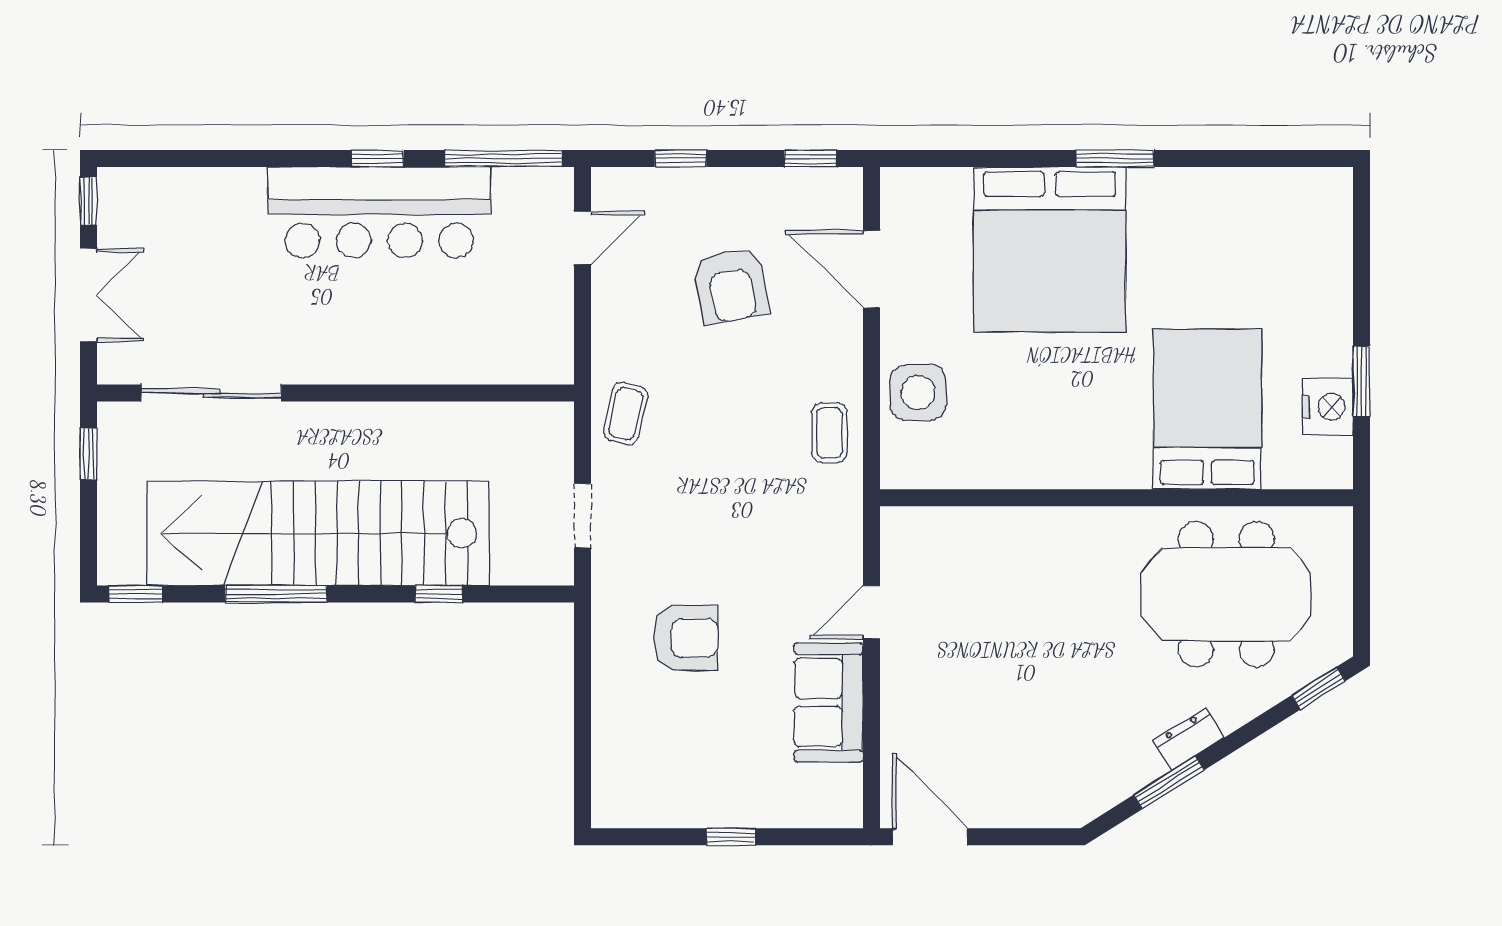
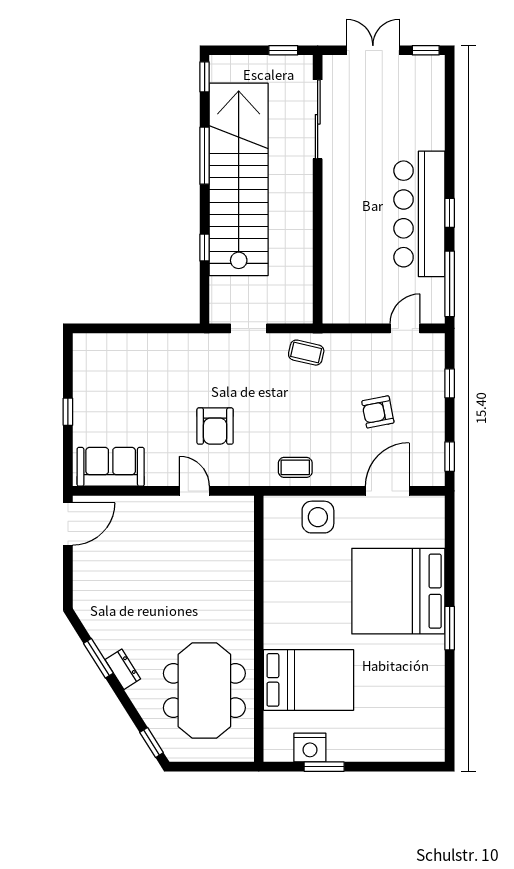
door: (583, 238) -> (405, 328), swing flipped
armchair: (731, 286) -> (378, 412), width x0.72, depth x0.72
double door: (88, 295) -> (373, 50), swing flipped
armchair: (686, 638) -> (215, 426), moved
sofa: (829, 702) -> (111, 467), moved

